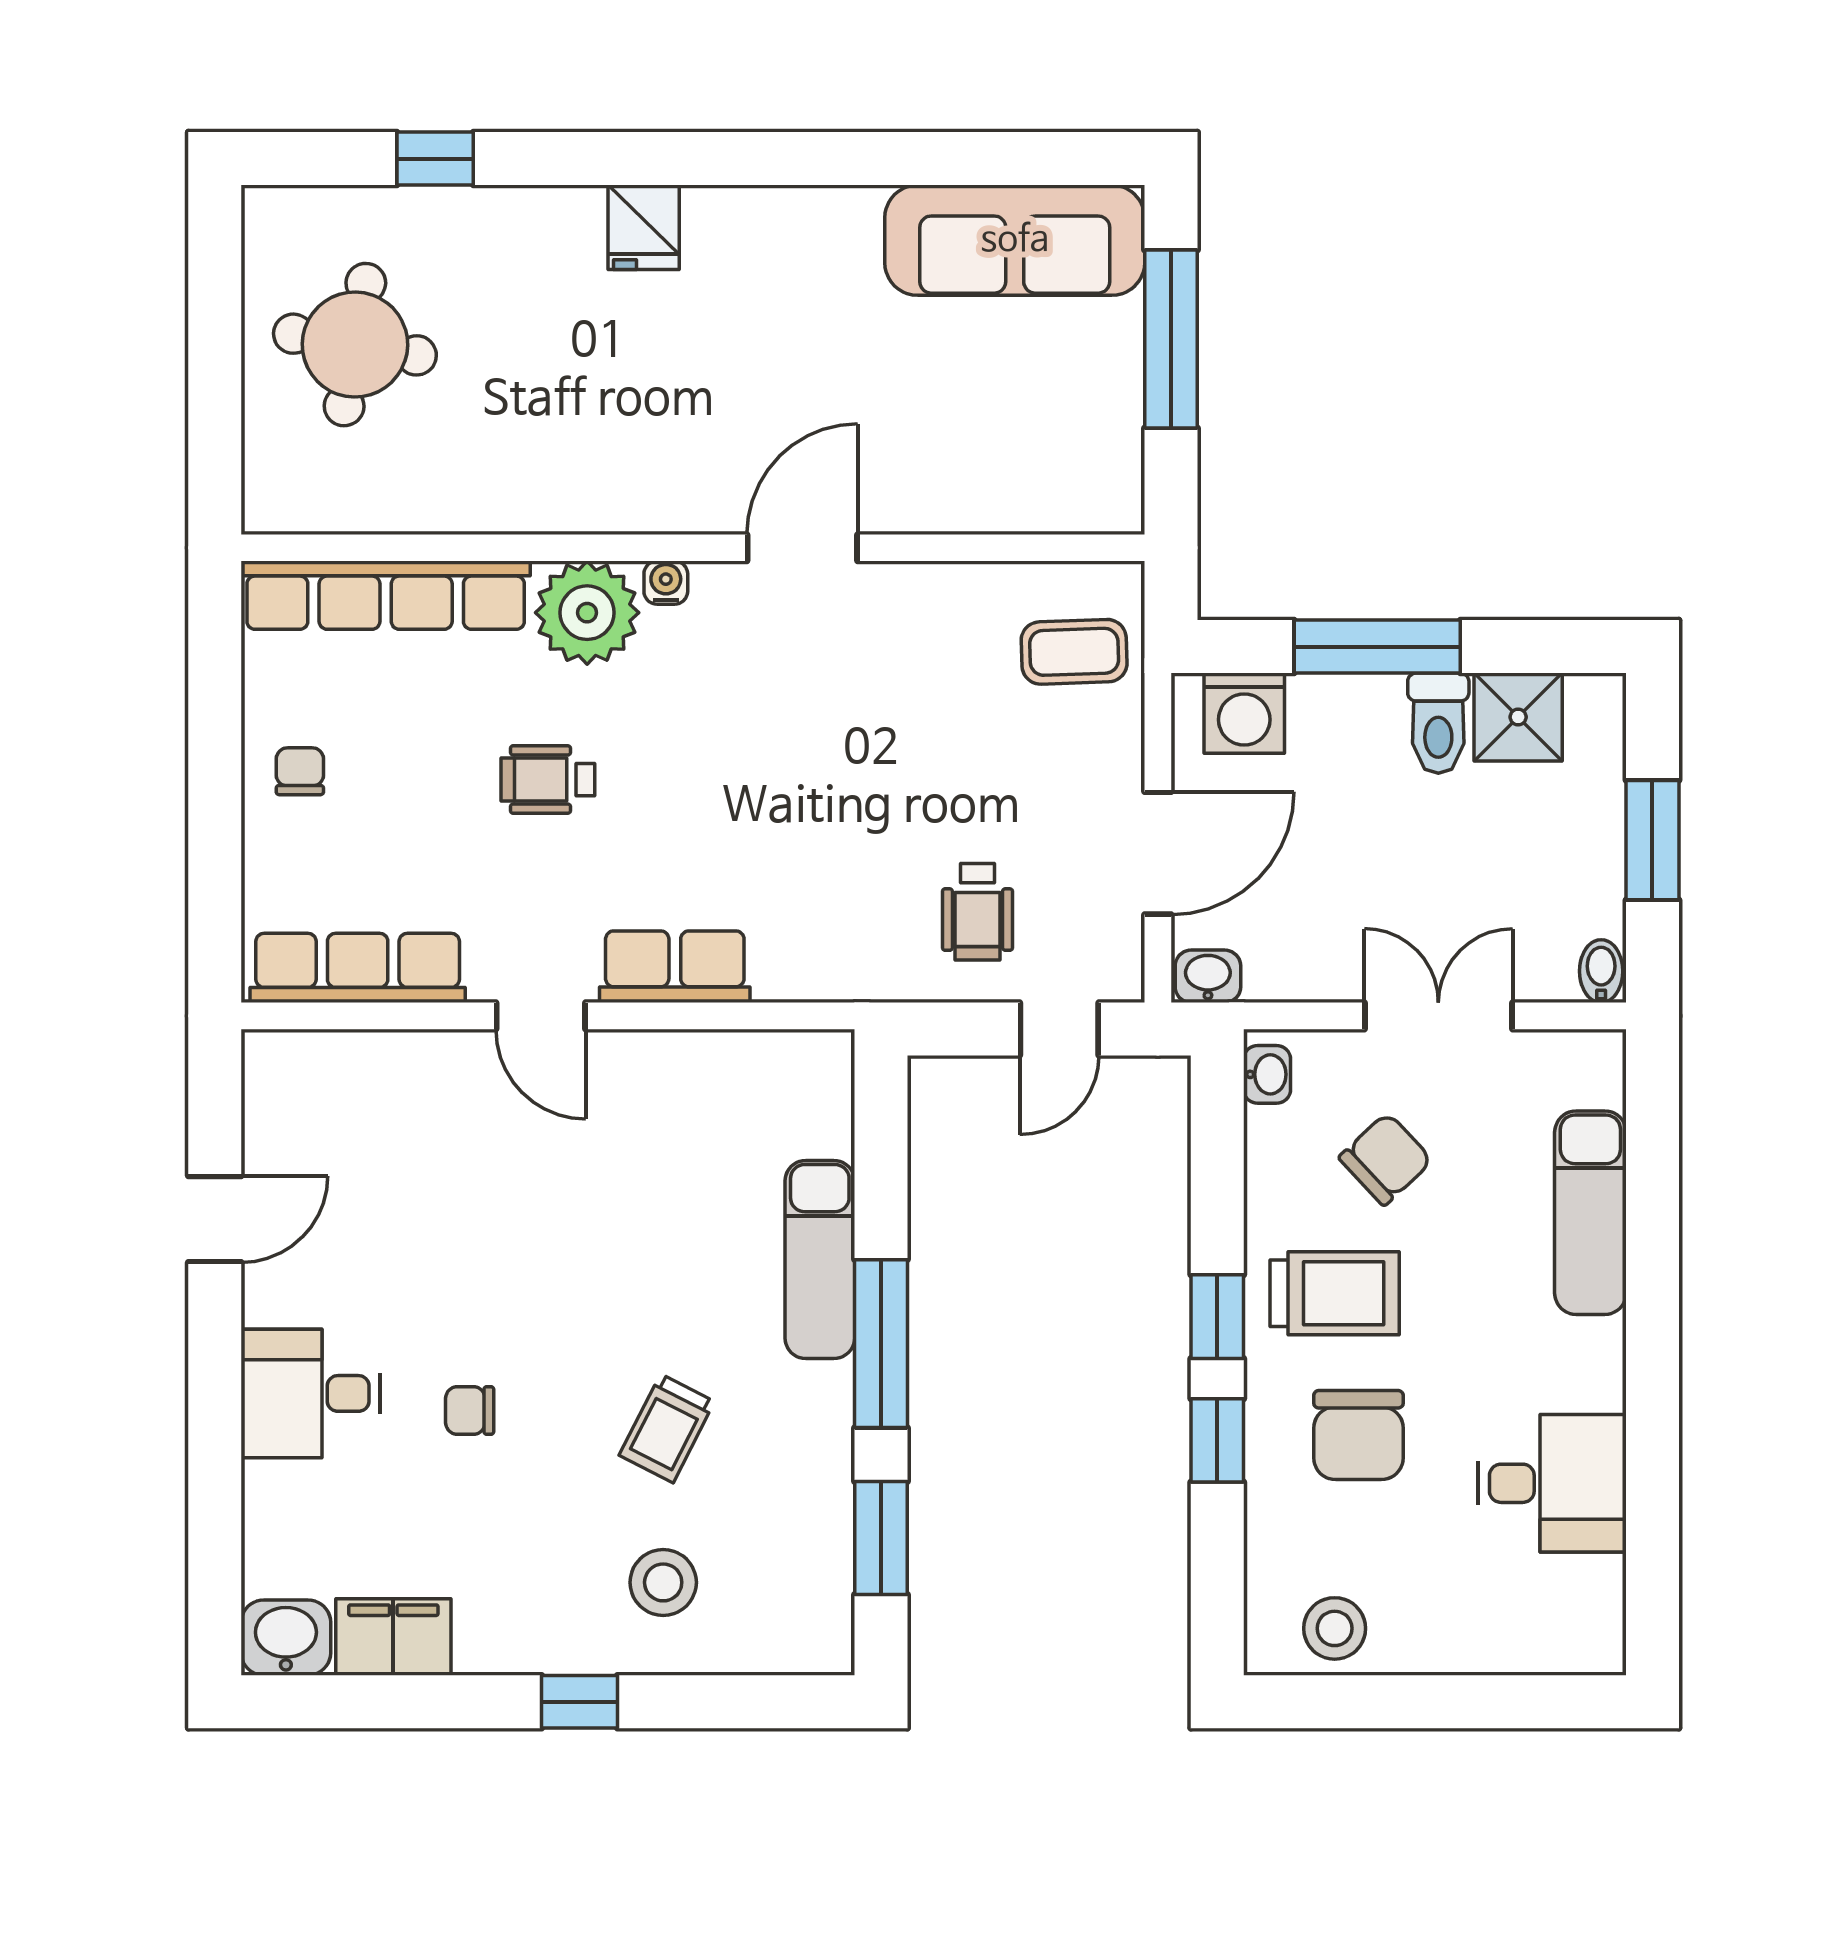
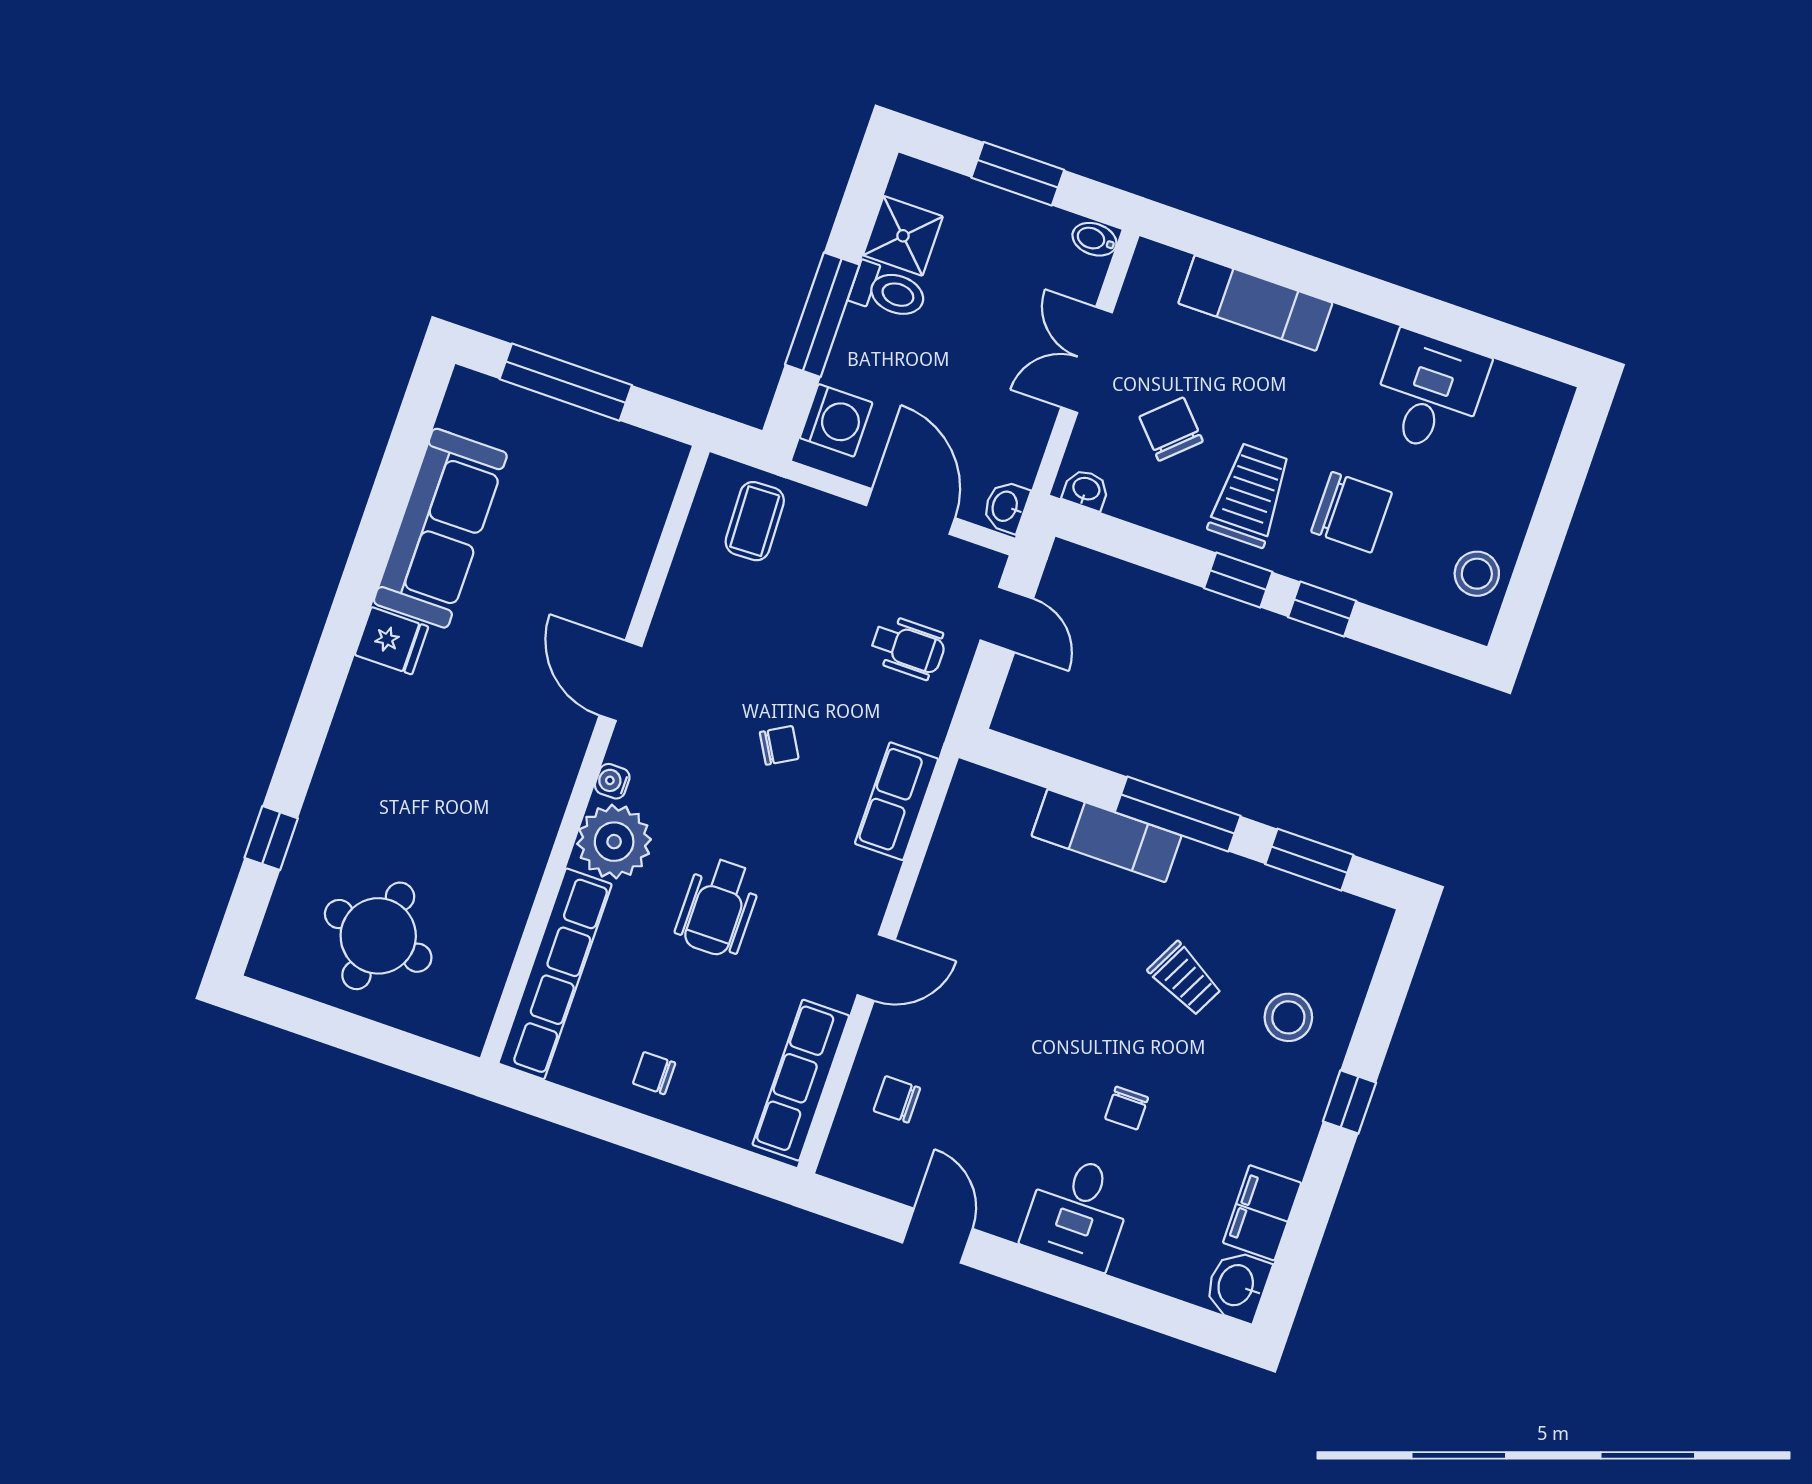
fridge: (644, 227) -> (392, 641), moved
sofa: (1015, 240) -> (440, 528), moved
wheelchair: (548, 780) -> (718, 907), width x1.36, depth x1.37
chair: (789, 786) -> (779, 745), added
row of seats: (675, 967) -> (897, 801), moved
chair: (376, 1104) -> (897, 1099), added

